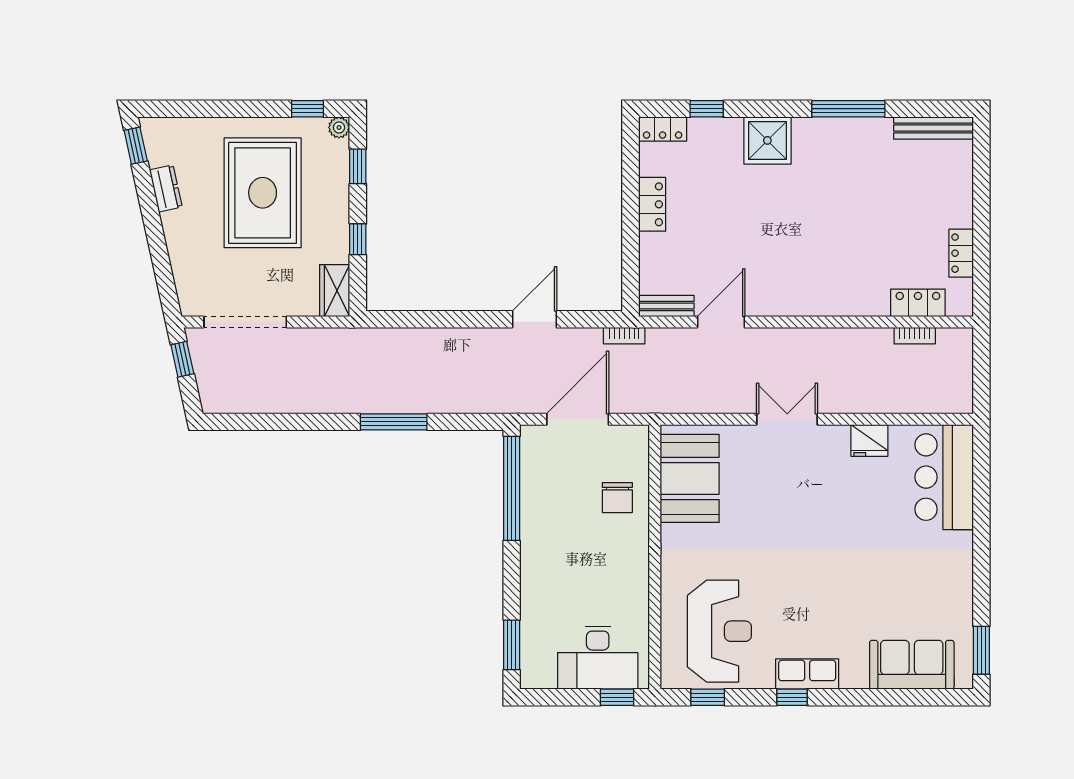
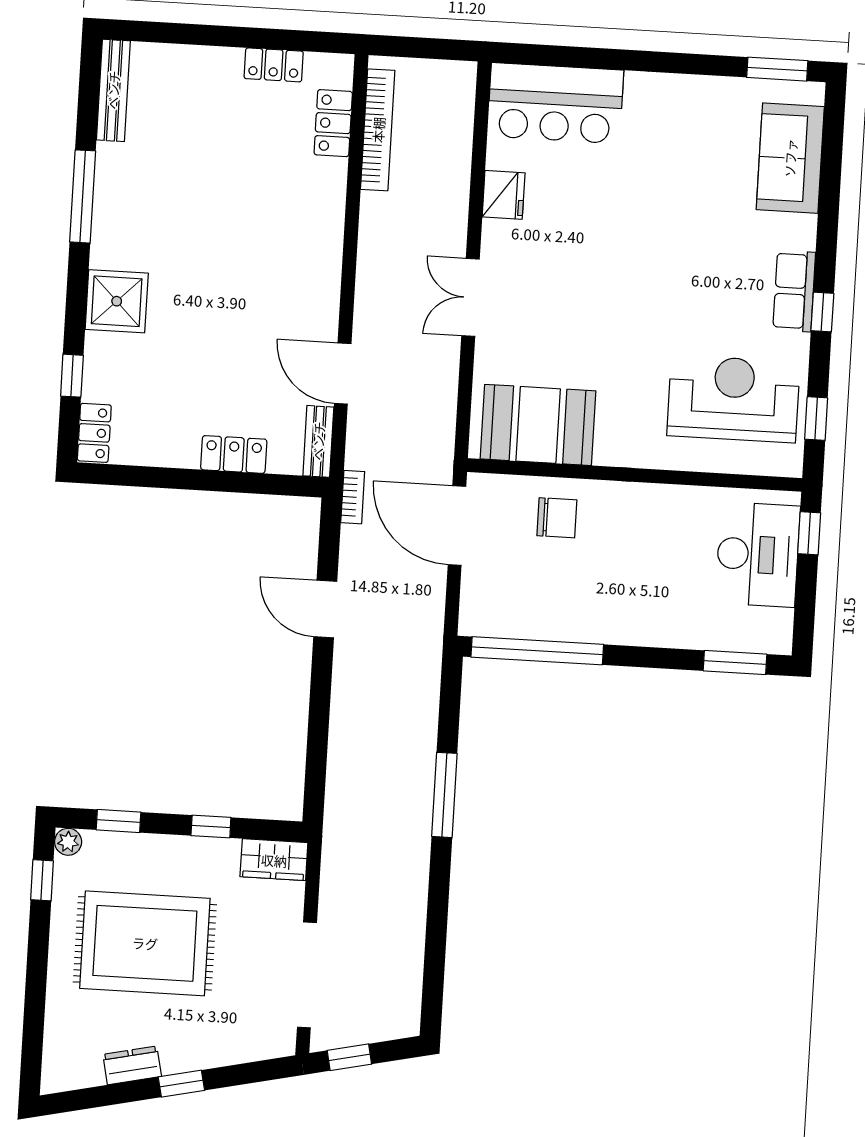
window: (136, 146) -> (181, 1084), moved
locker: (652, 204) -> (234, 454), moved
bookcase: (915, 336) -> (378, 130), width x2.31, depth x1.31
door: (578, 419) -> (457, 525), moved

